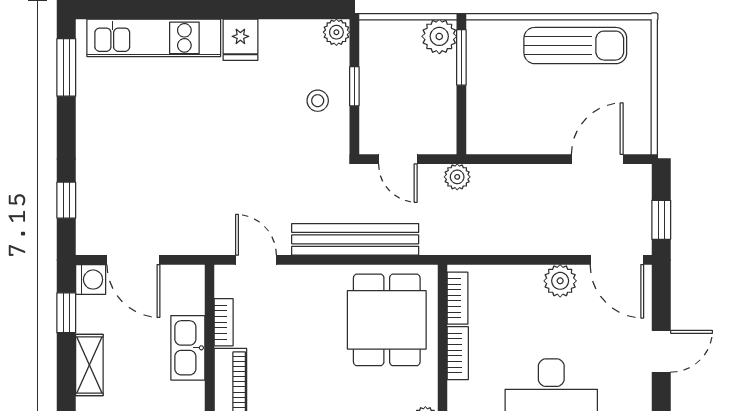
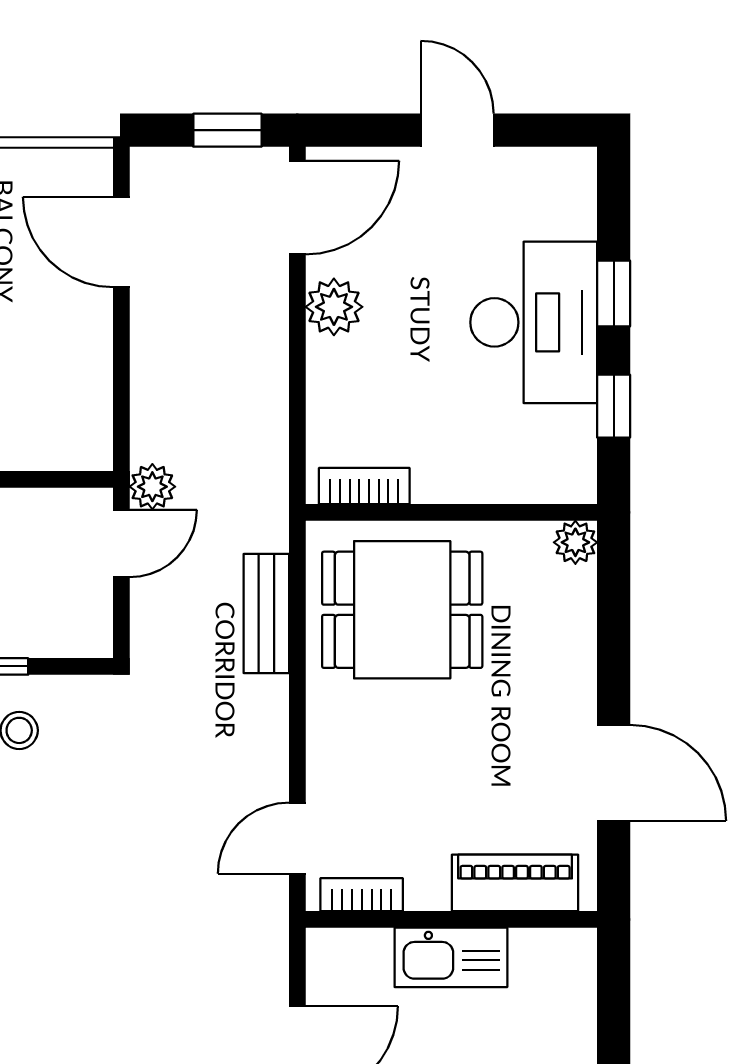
door: (398, 159) -> (121, 544), moved
bench: (355, 239) -> (266, 614), width x0.54, depth x0.82
bookcase: (224, 322) -> (362, 895), moved
bookcase: (458, 353) -> (460, 486), removed

